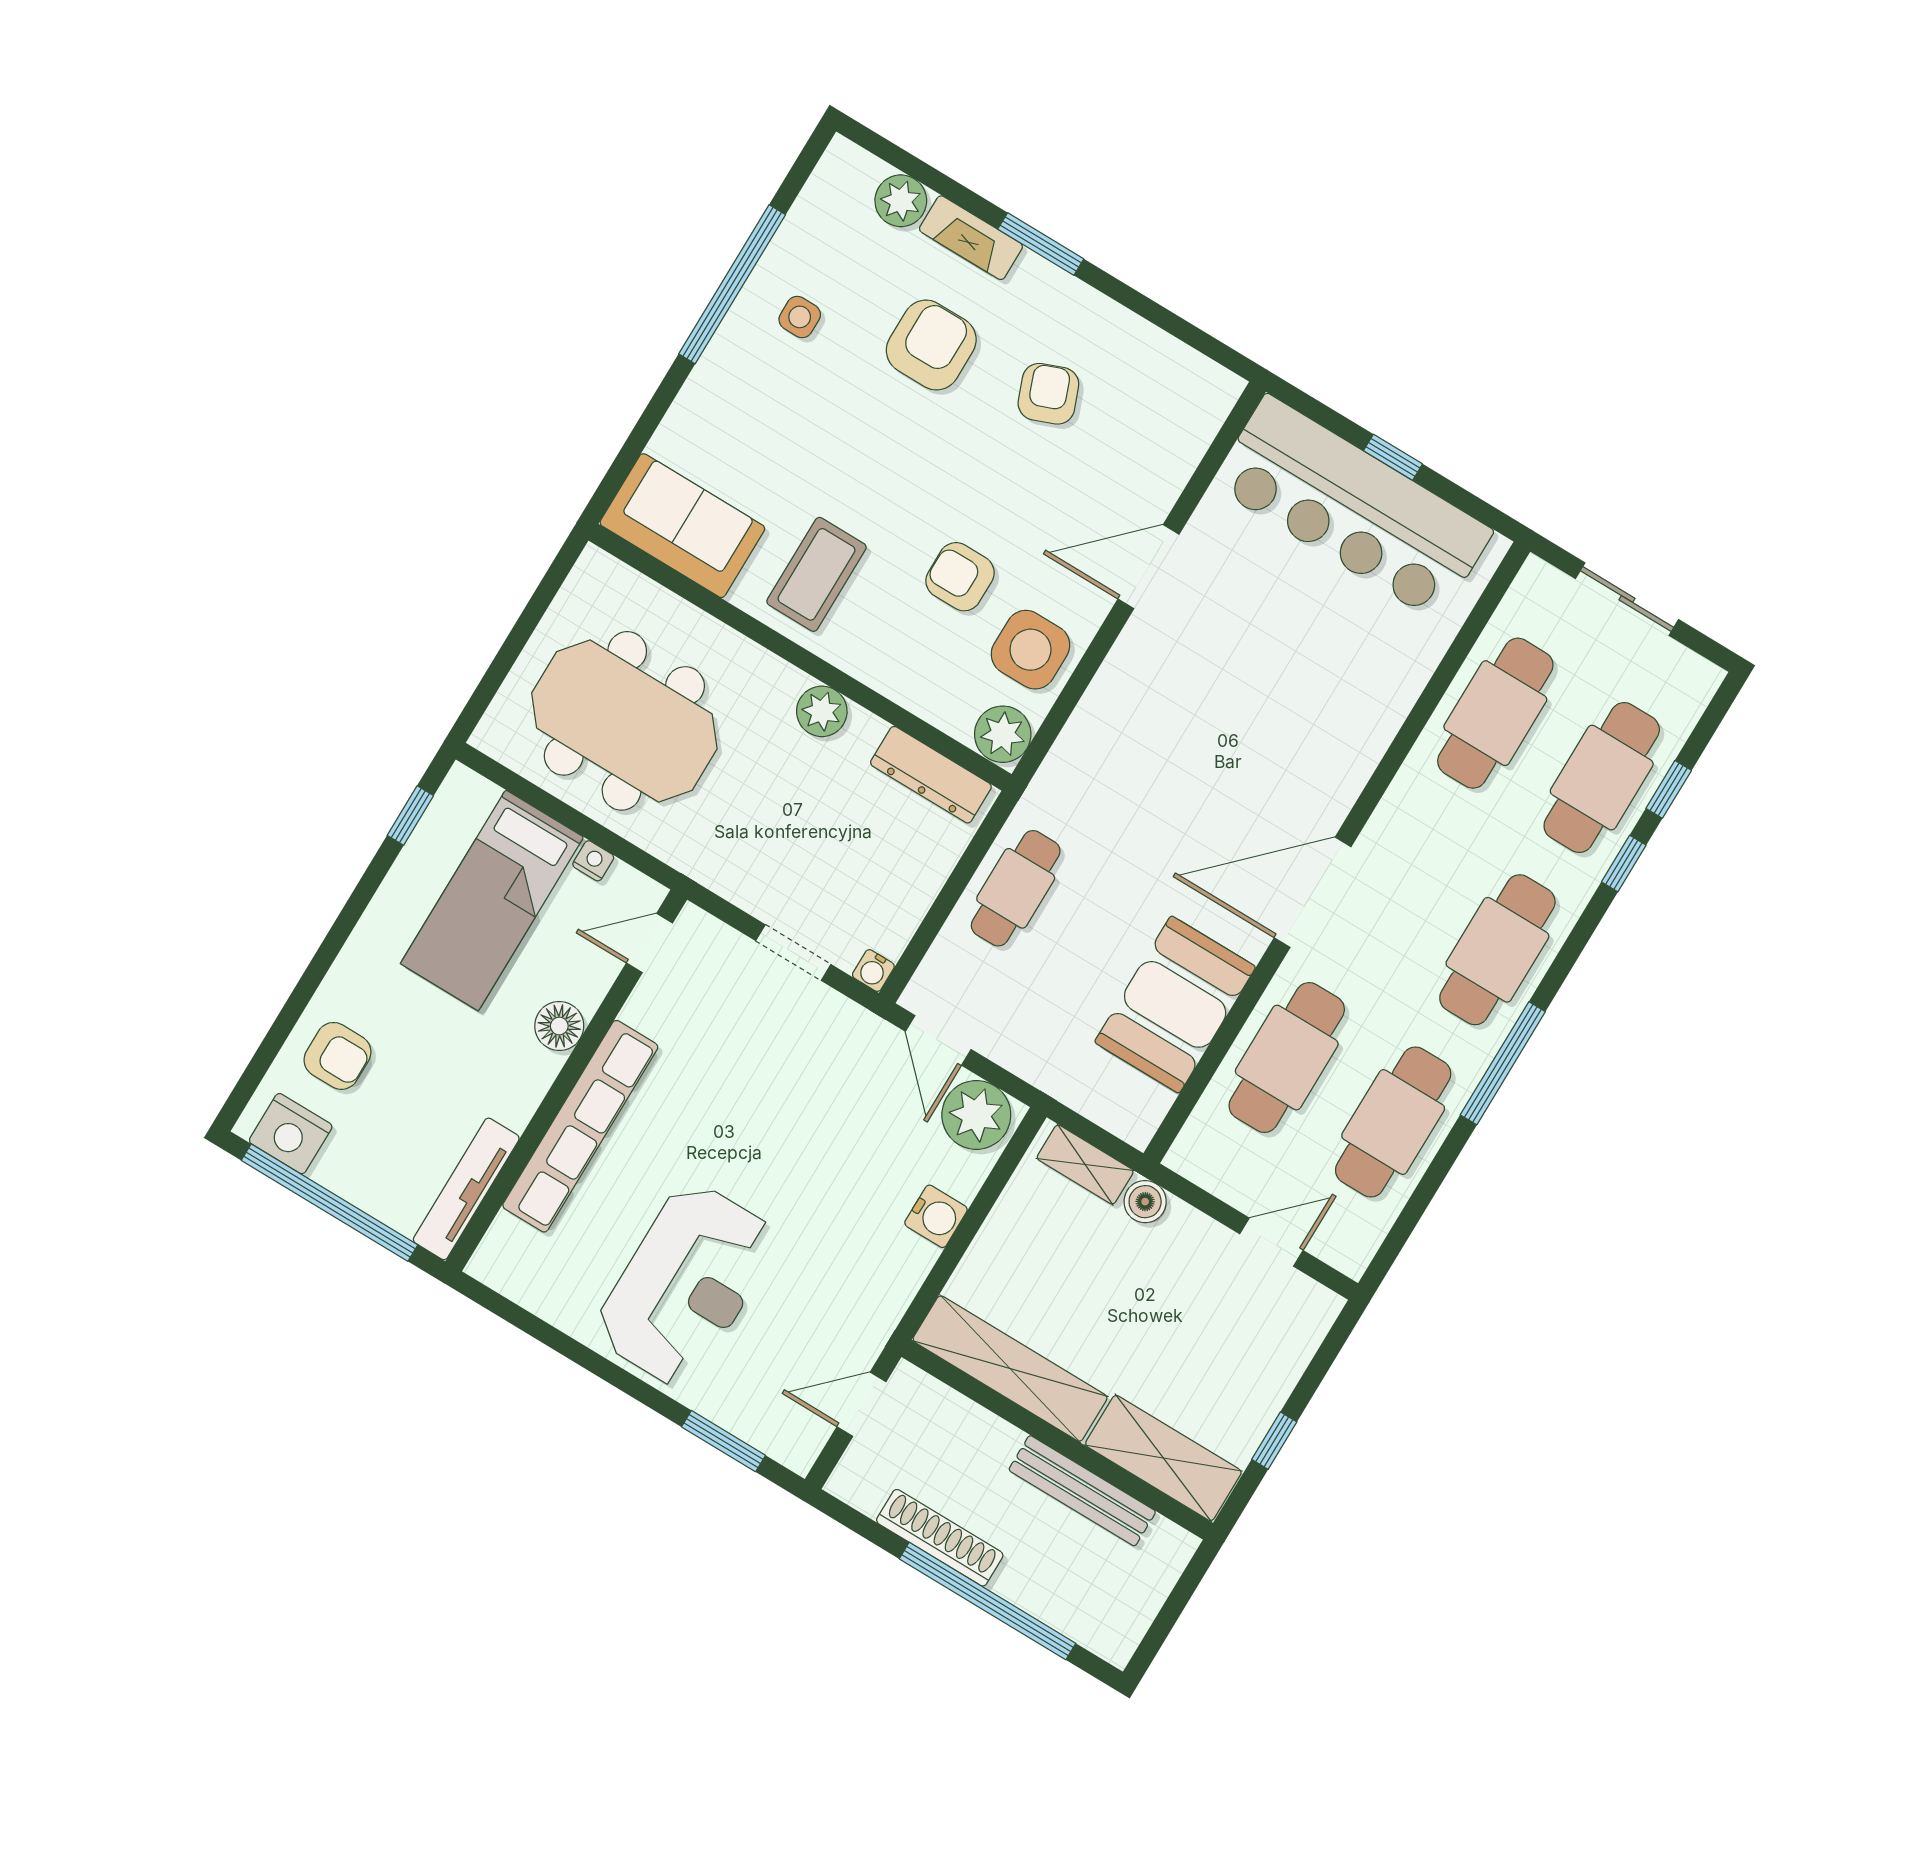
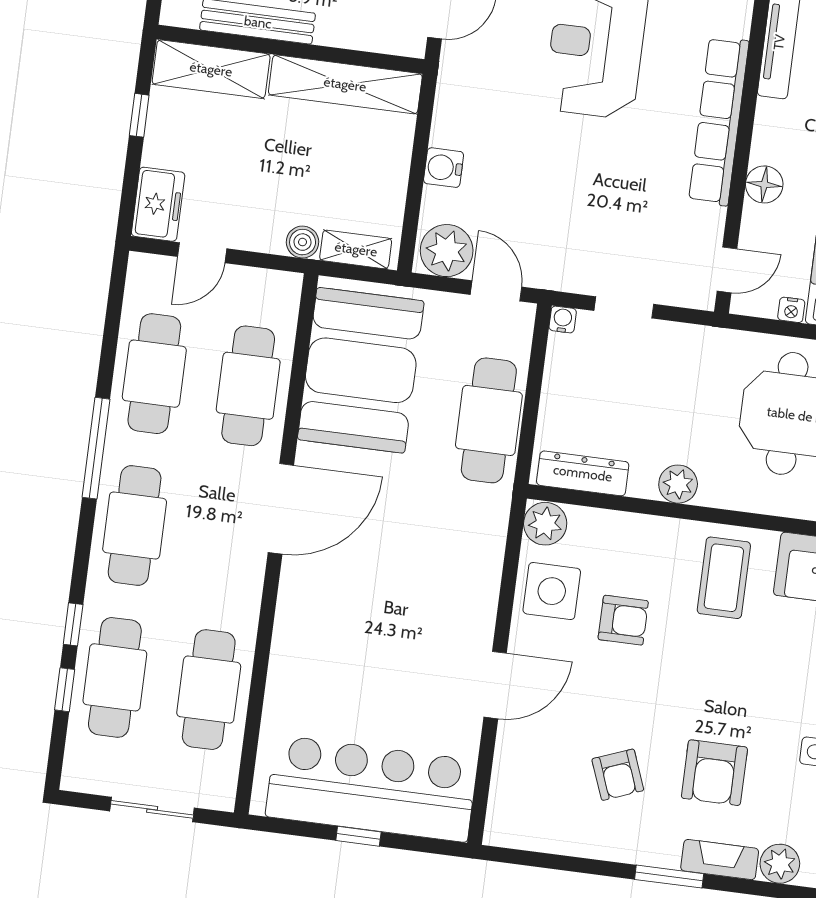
cafe table: (1016, 888) -> (489, 420), width x1.37, depth x1.35
booth: (1175, 1004) -> (361, 370), width x1.36, depth x1.42
freezer: (1299, 1324) -> (158, 204), added

